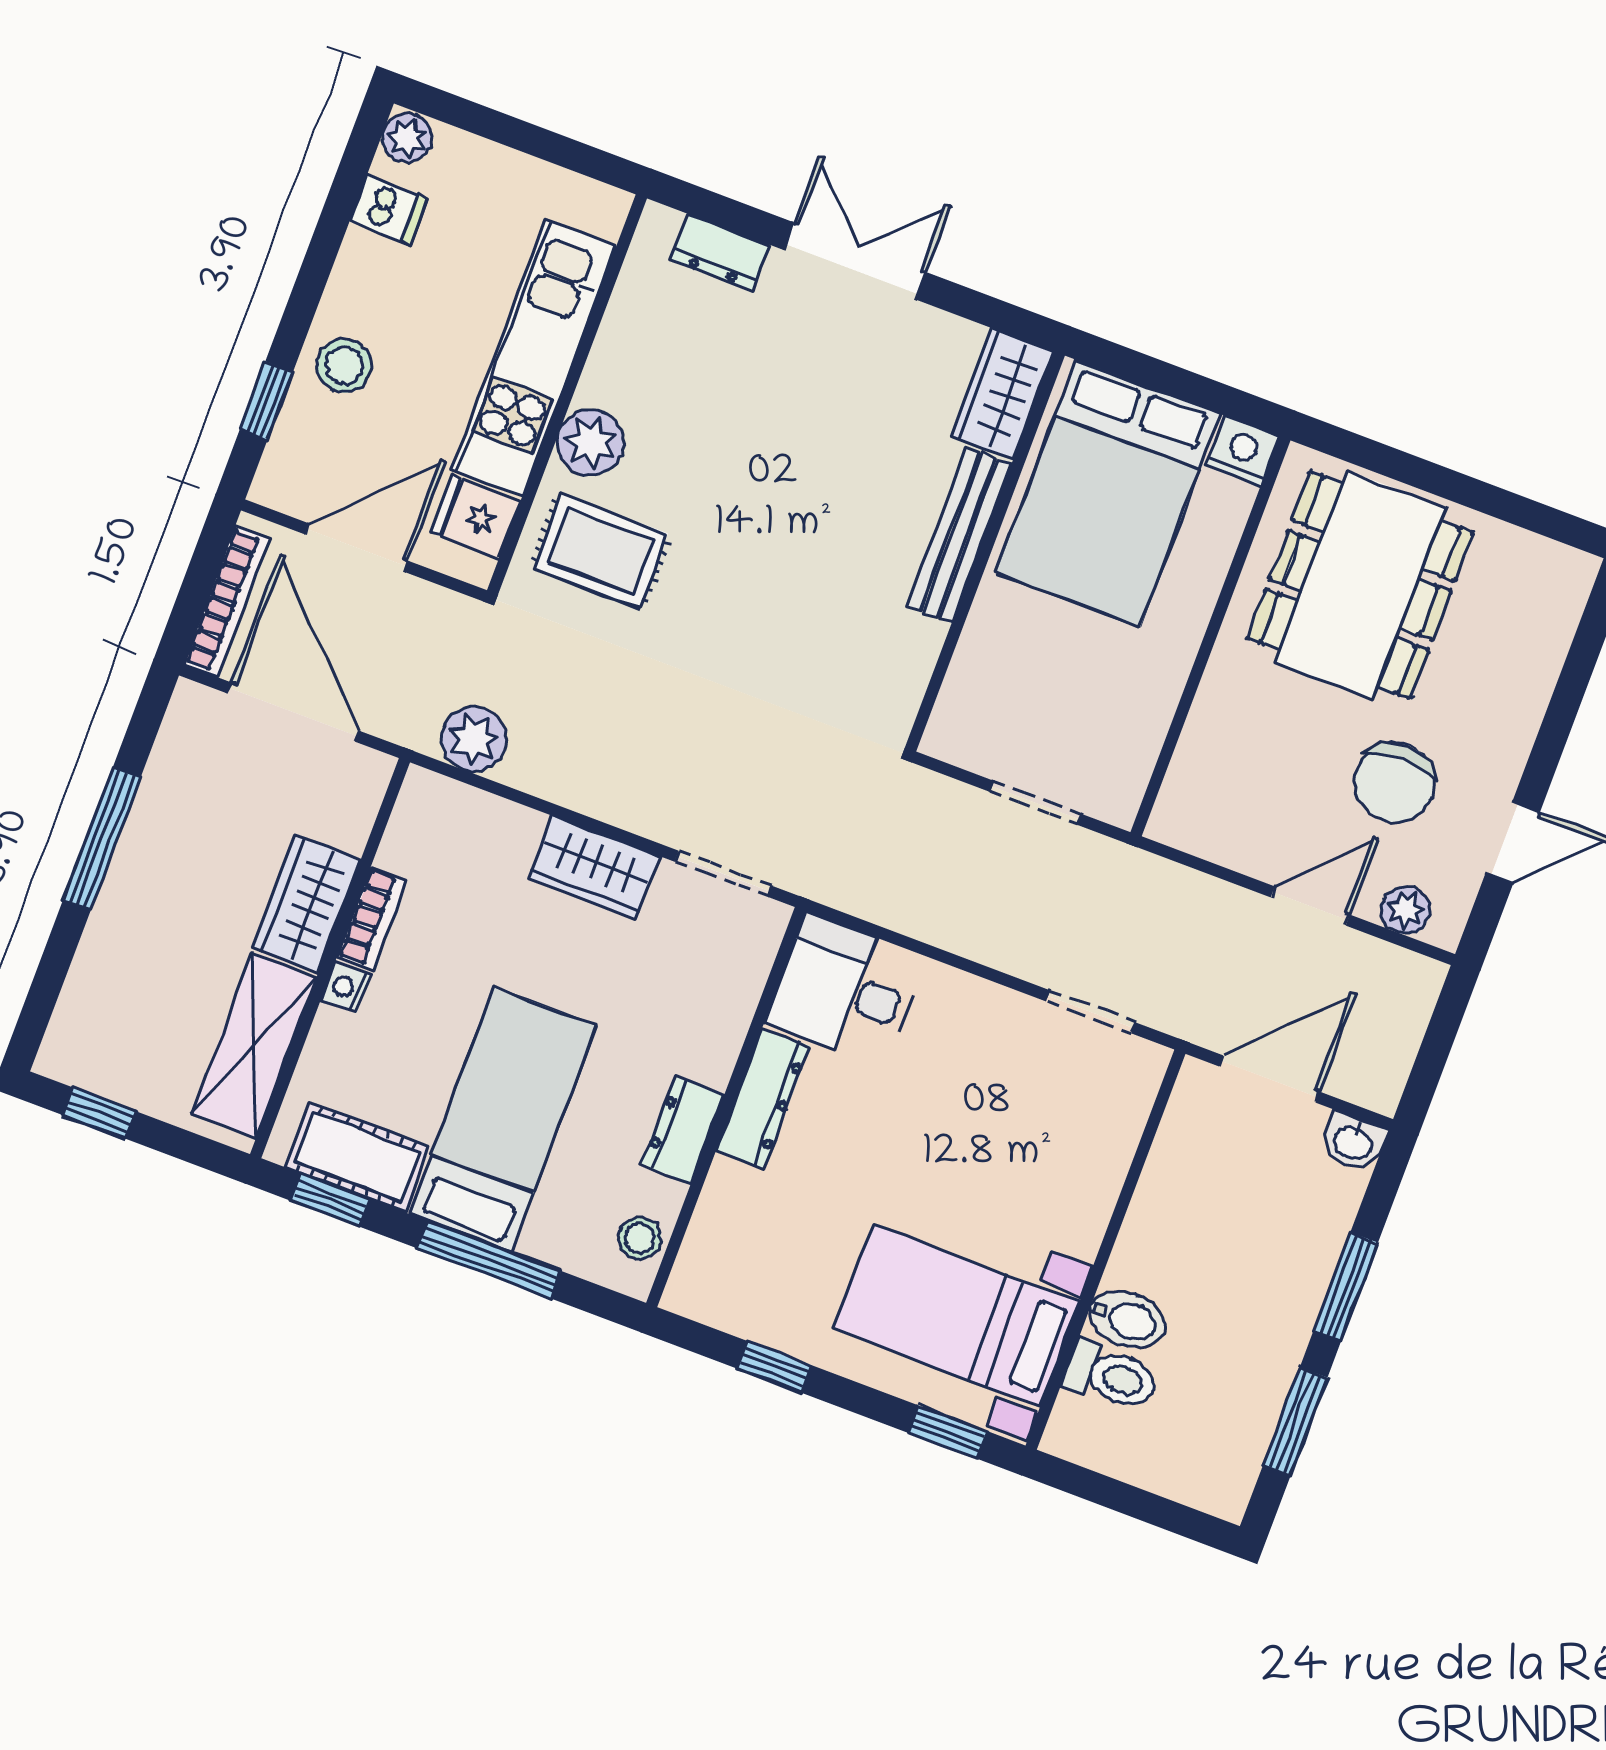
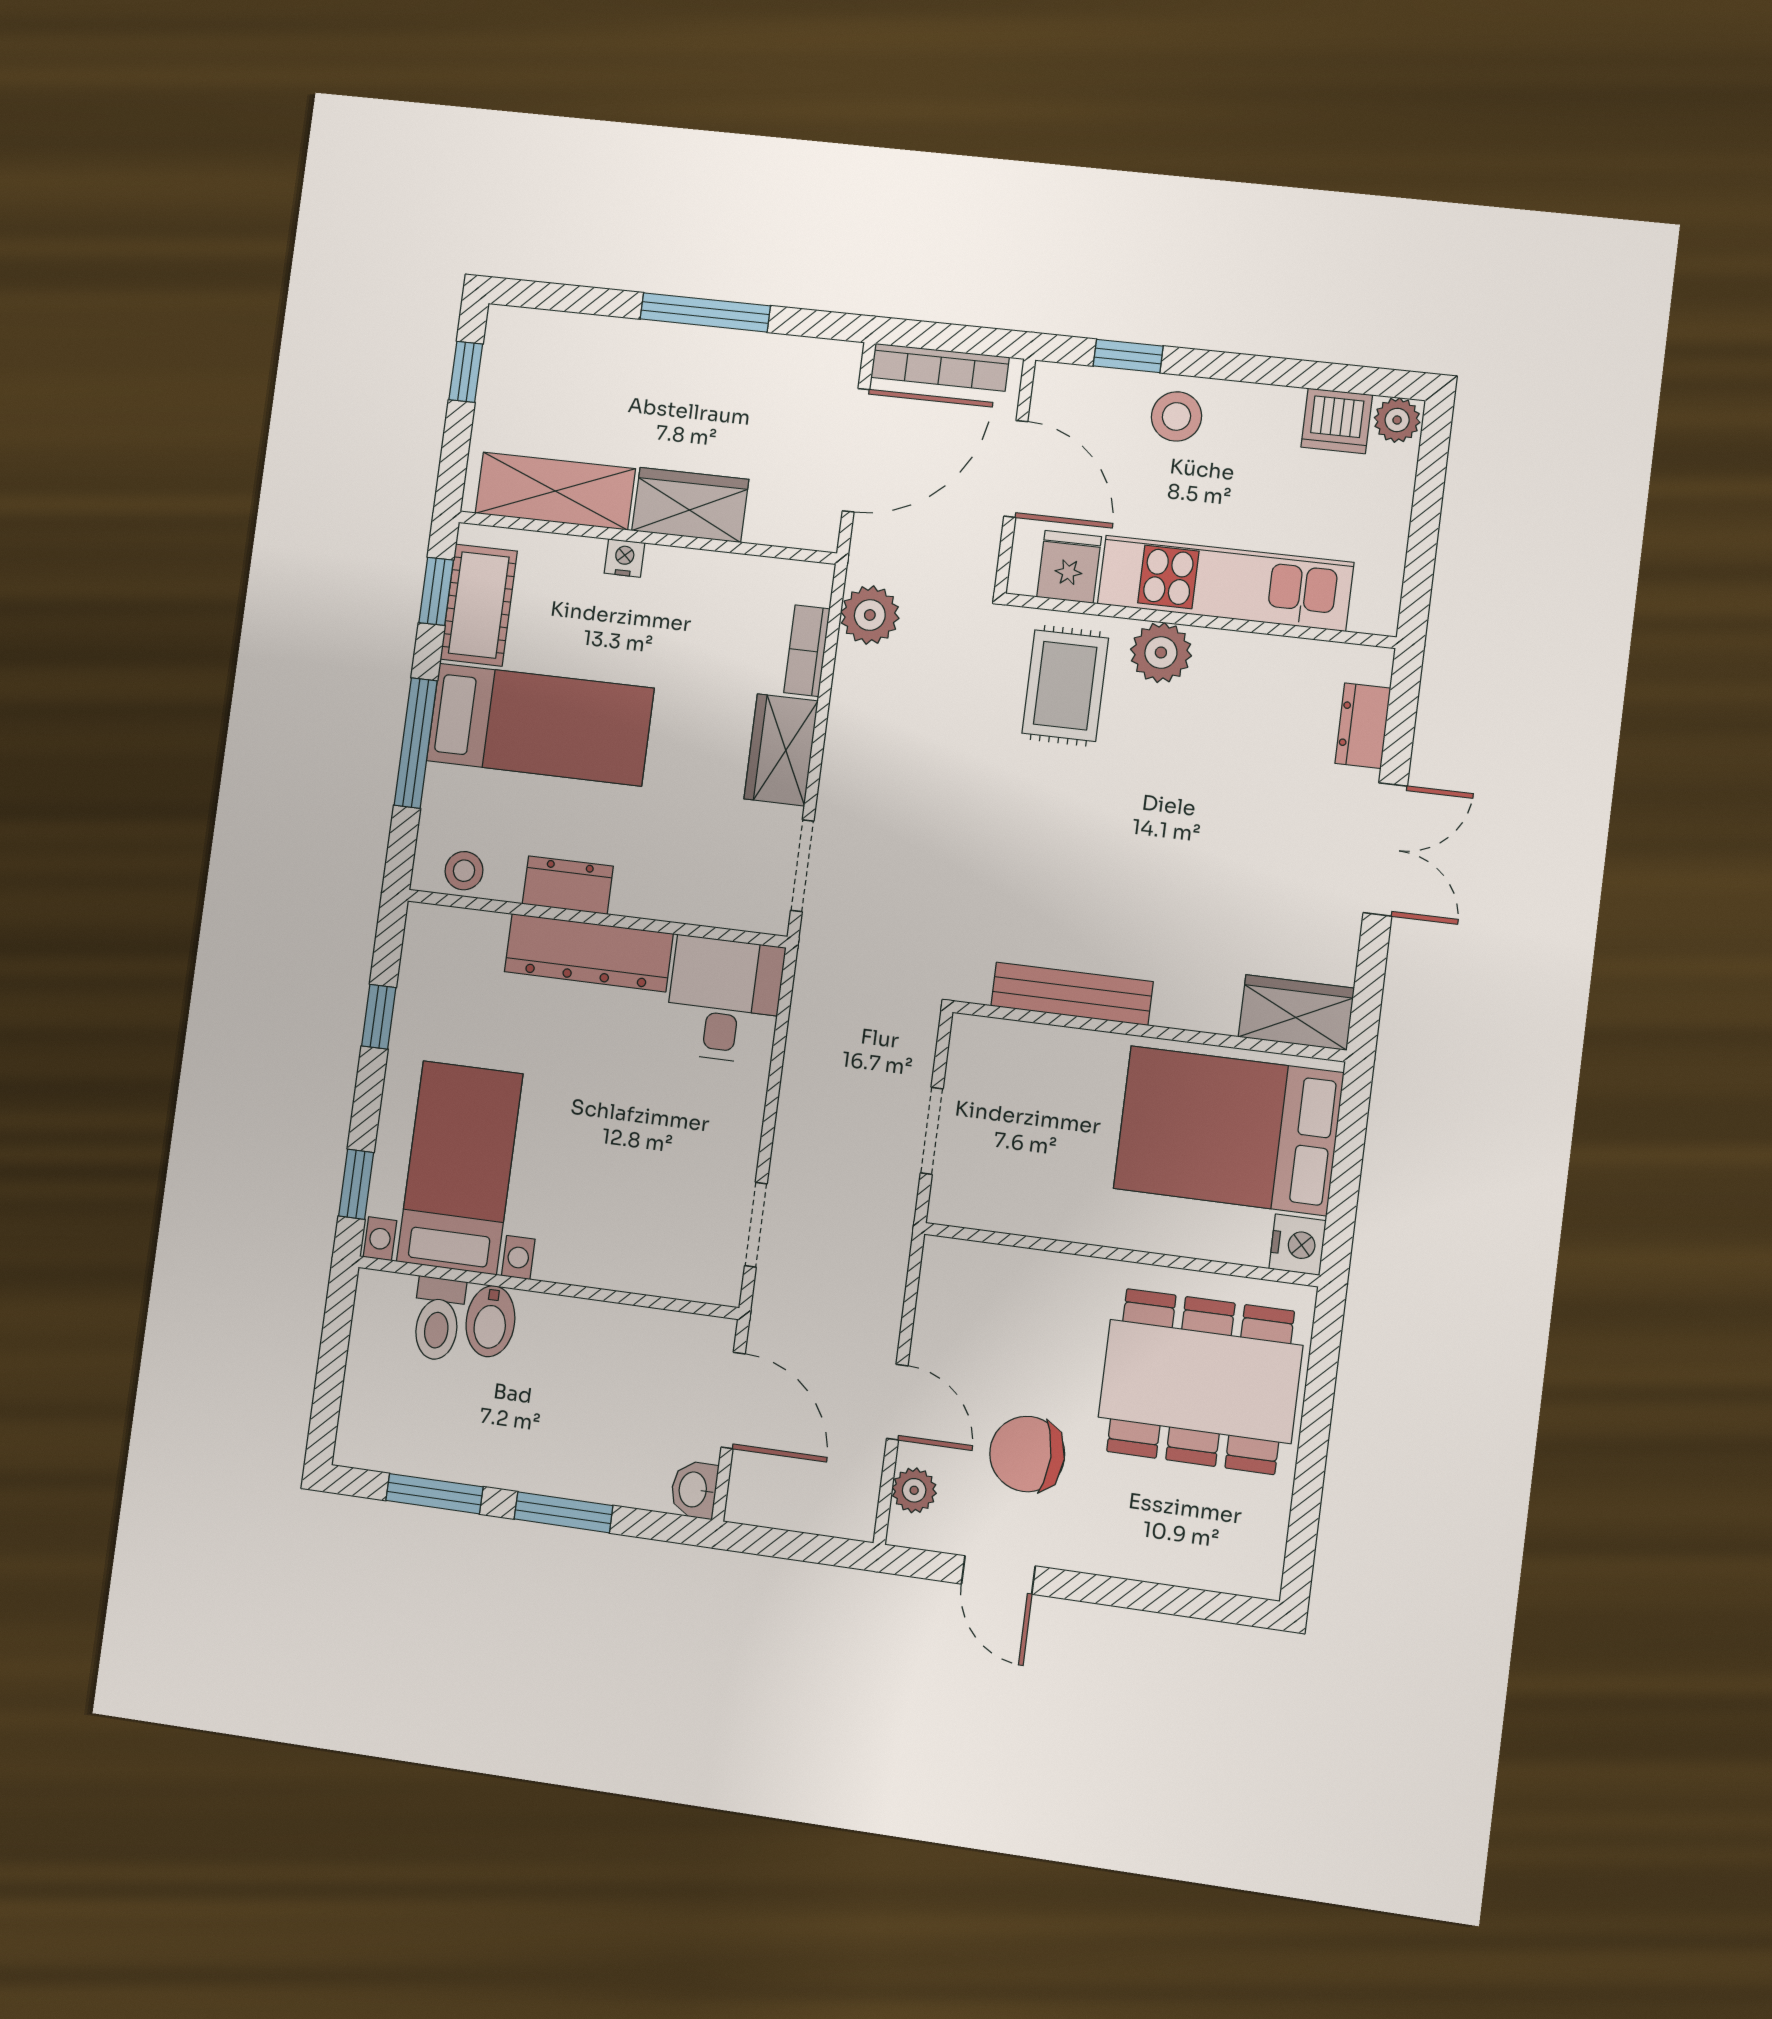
dishwasher: (389, 209) -> (1337, 421), width x1.38
bench: (959, 535) -> (1072, 994), moved
bookcase: (372, 918) -> (807, 651), moved, turned 90
dresser: (763, 1099) -> (589, 953), width x1.37, depth x1.24

